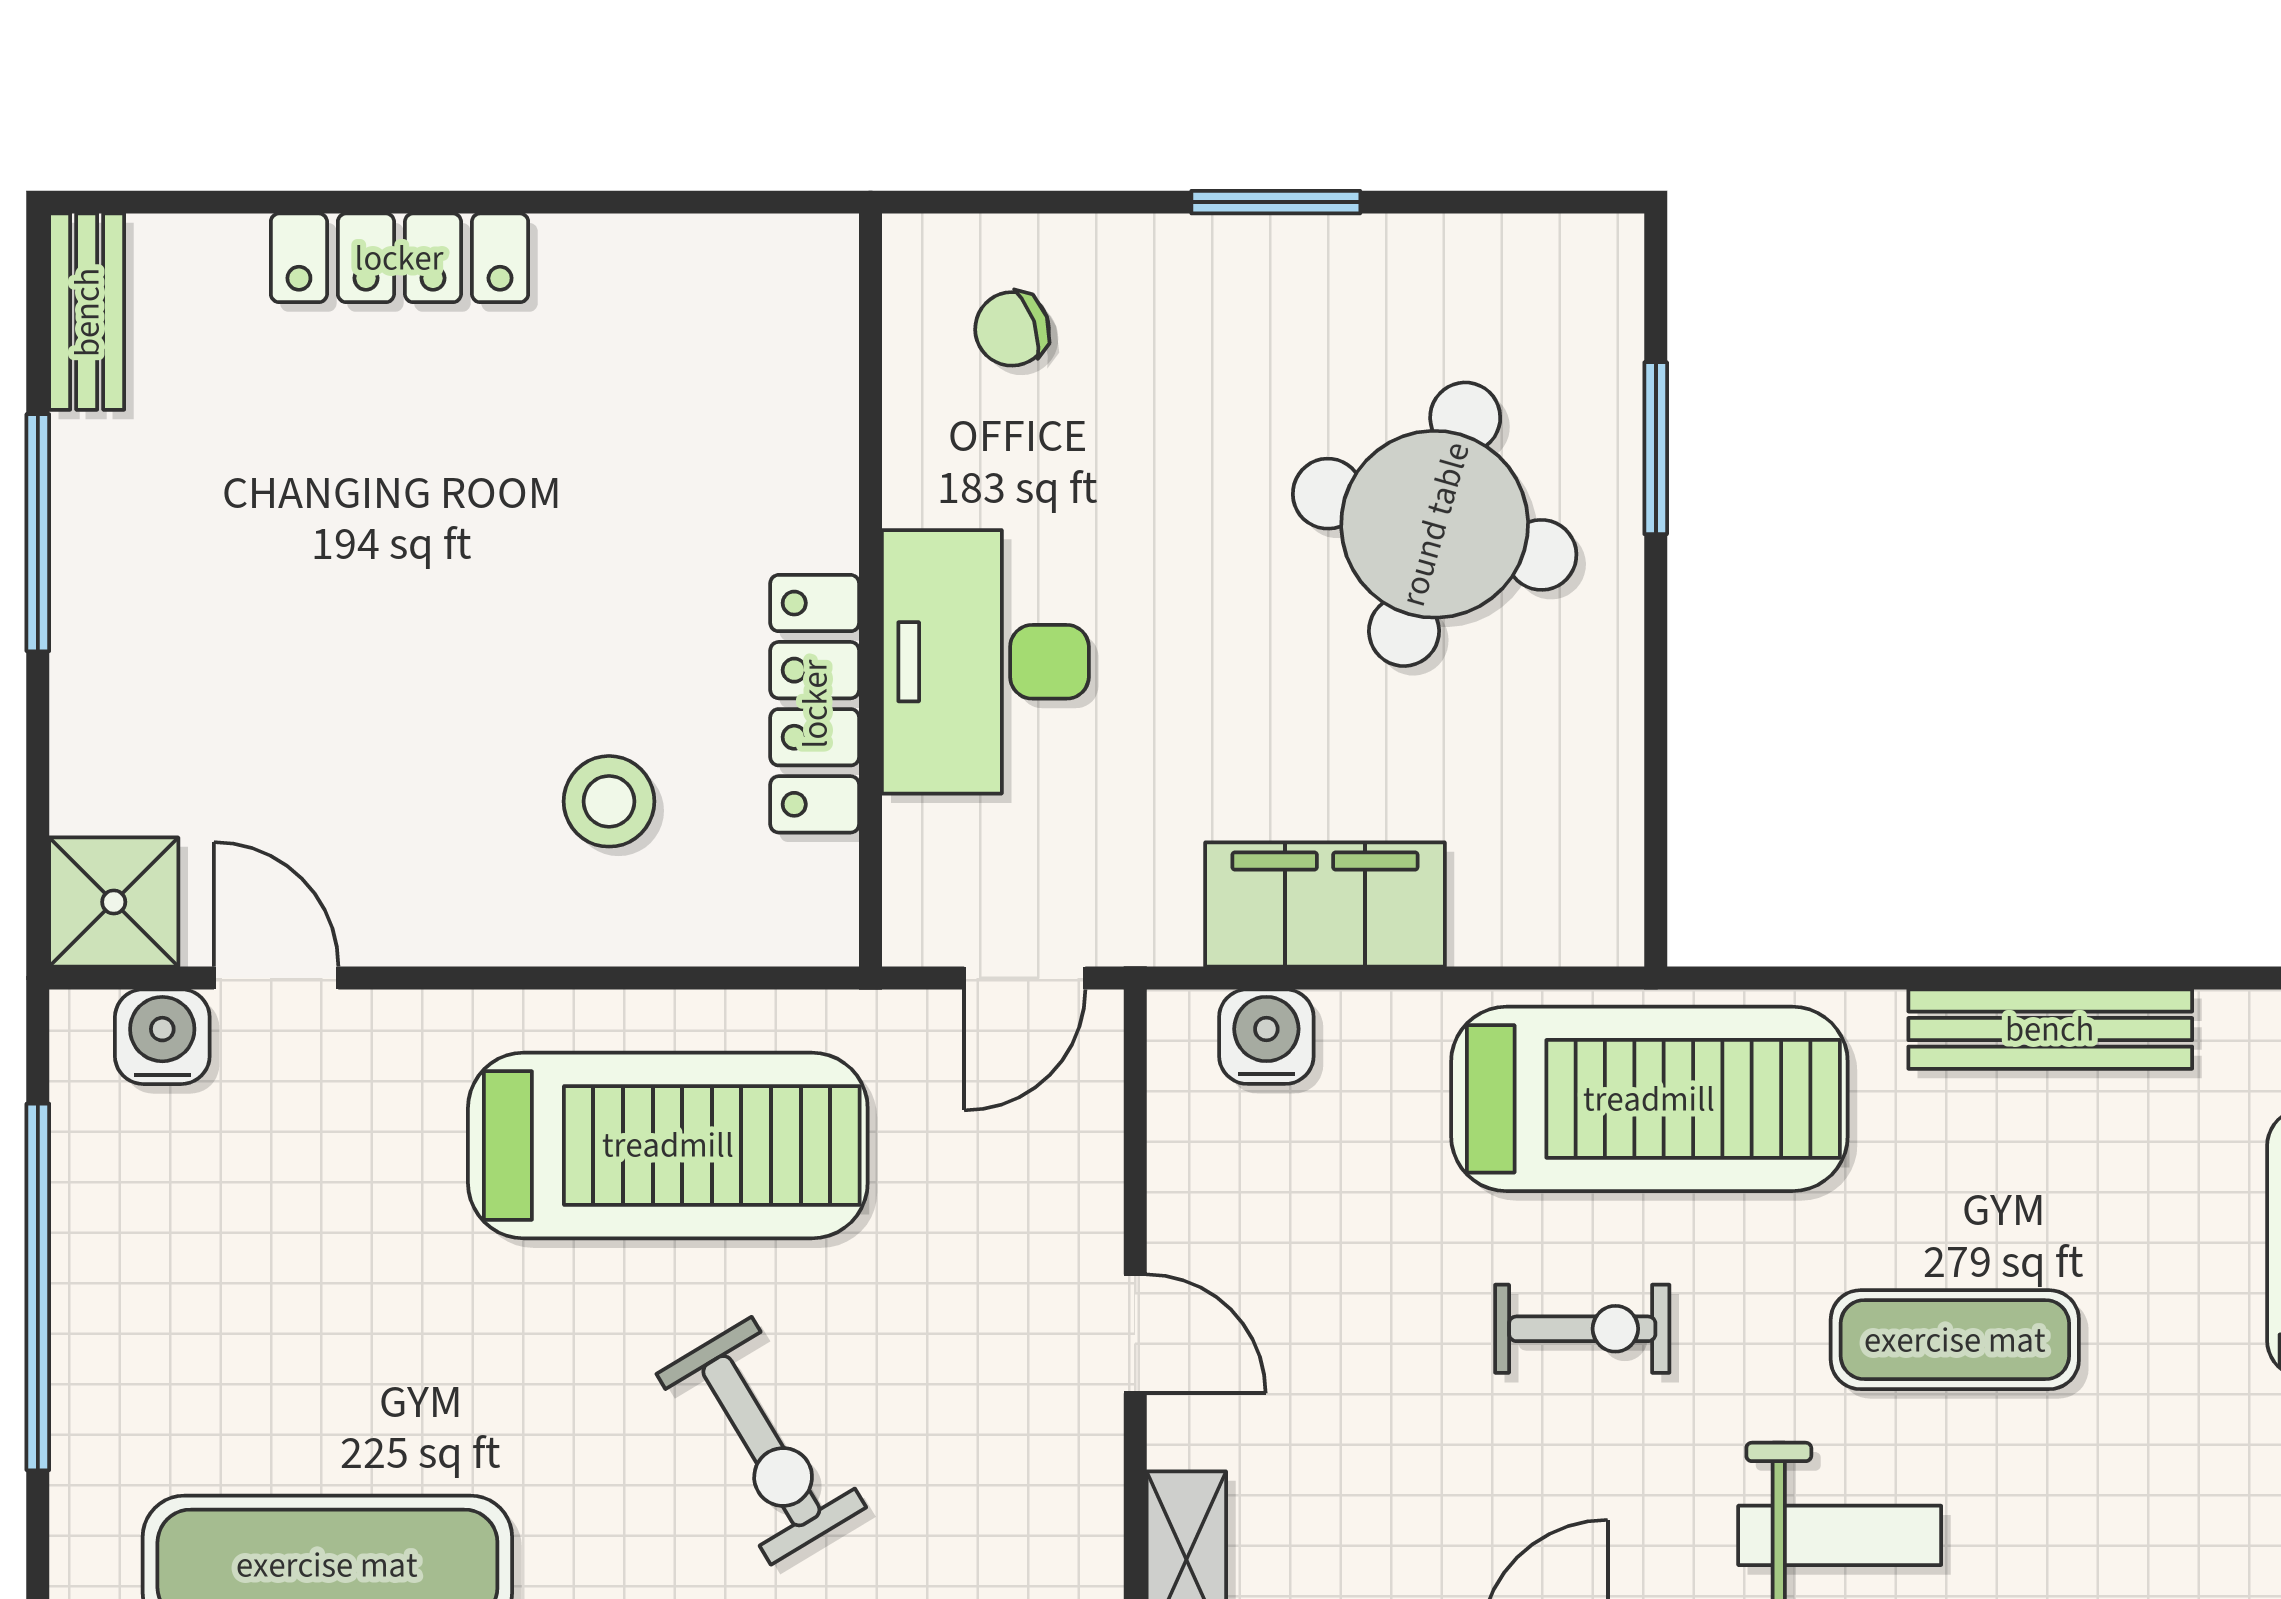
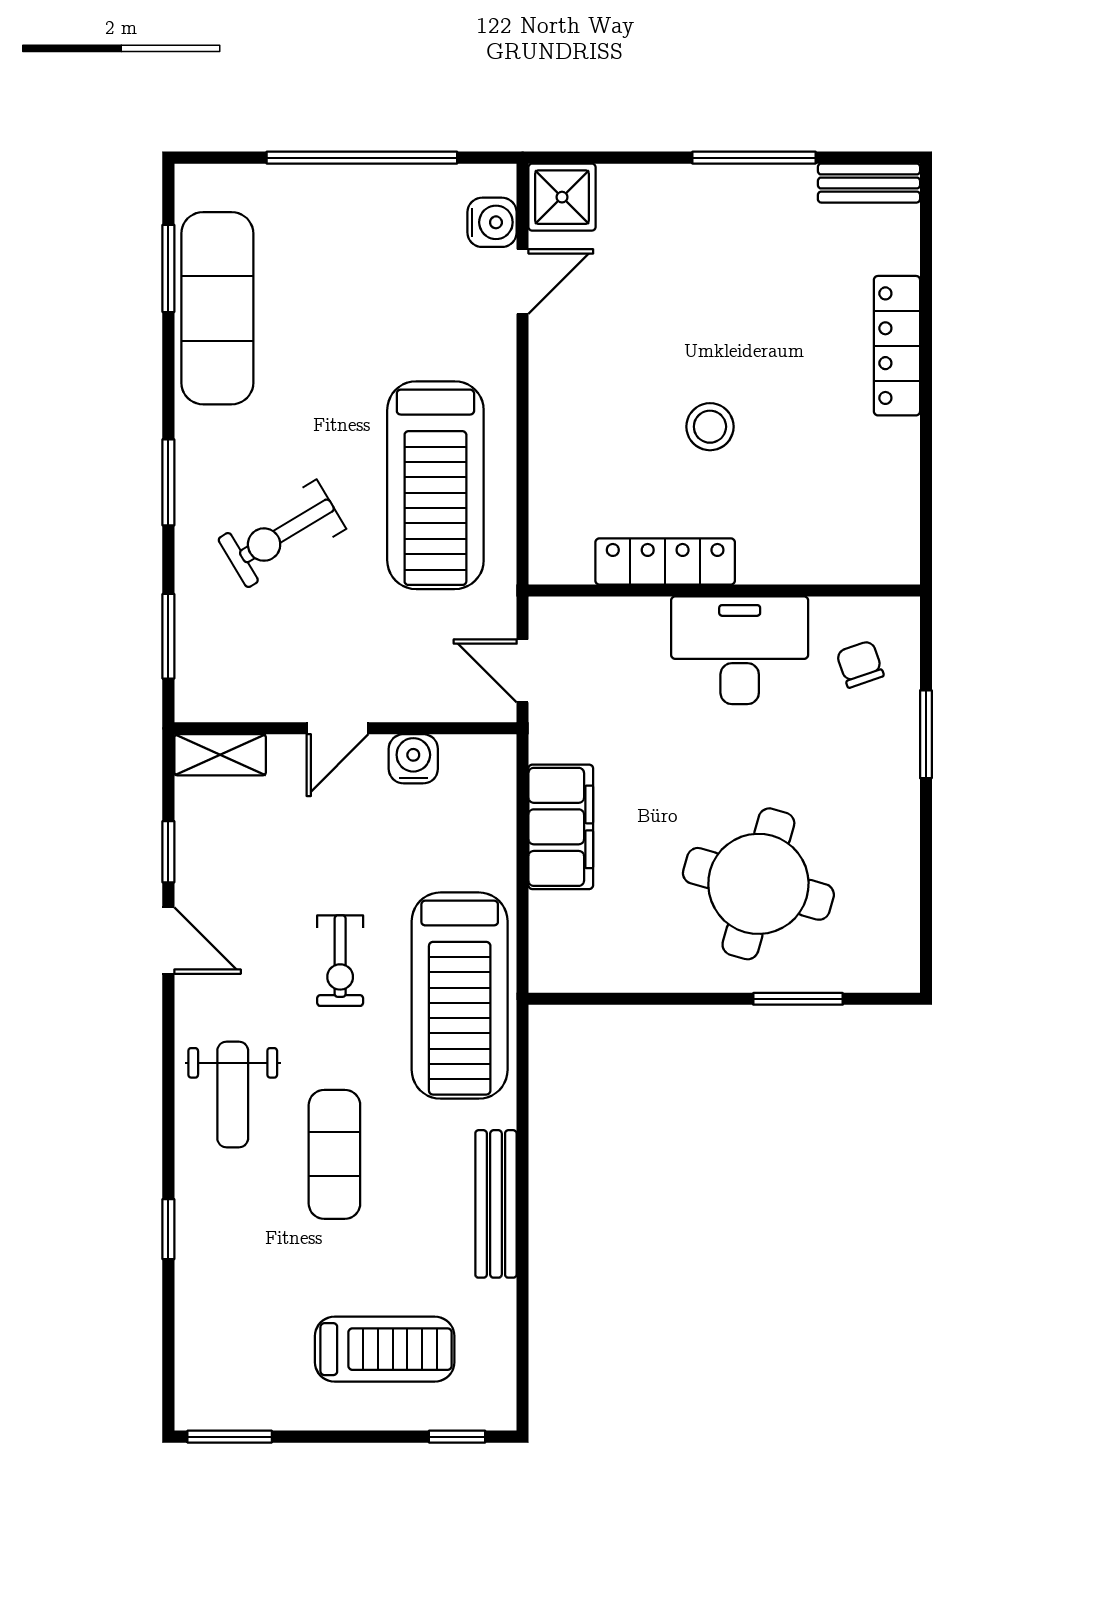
window: (1276, 202) -> (926, 734), moved
desk: (985, 662) -> (740, 650), moved
stool: (609, 801) -> (710, 427), moved
water cooler: (1266, 1037) -> (413, 759), moved, turned -90

